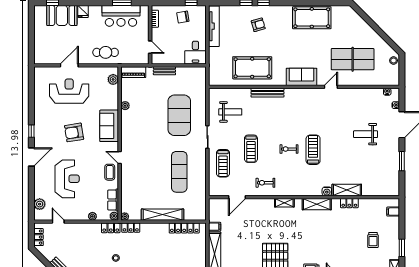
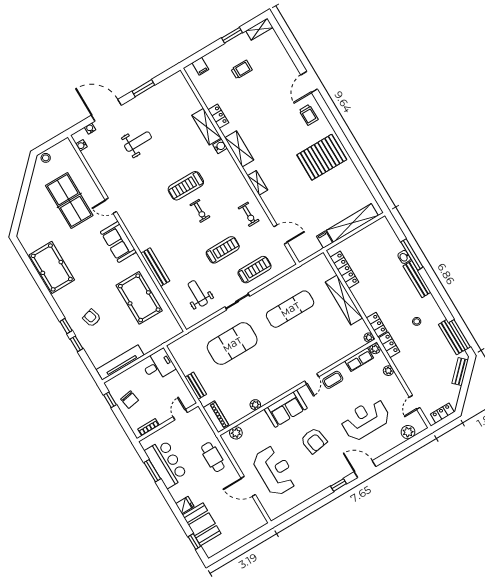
reception desk: (69, 91) -> (275, 471), turned 180
weight bench: (366, 134) -> (138, 142), turned -90

